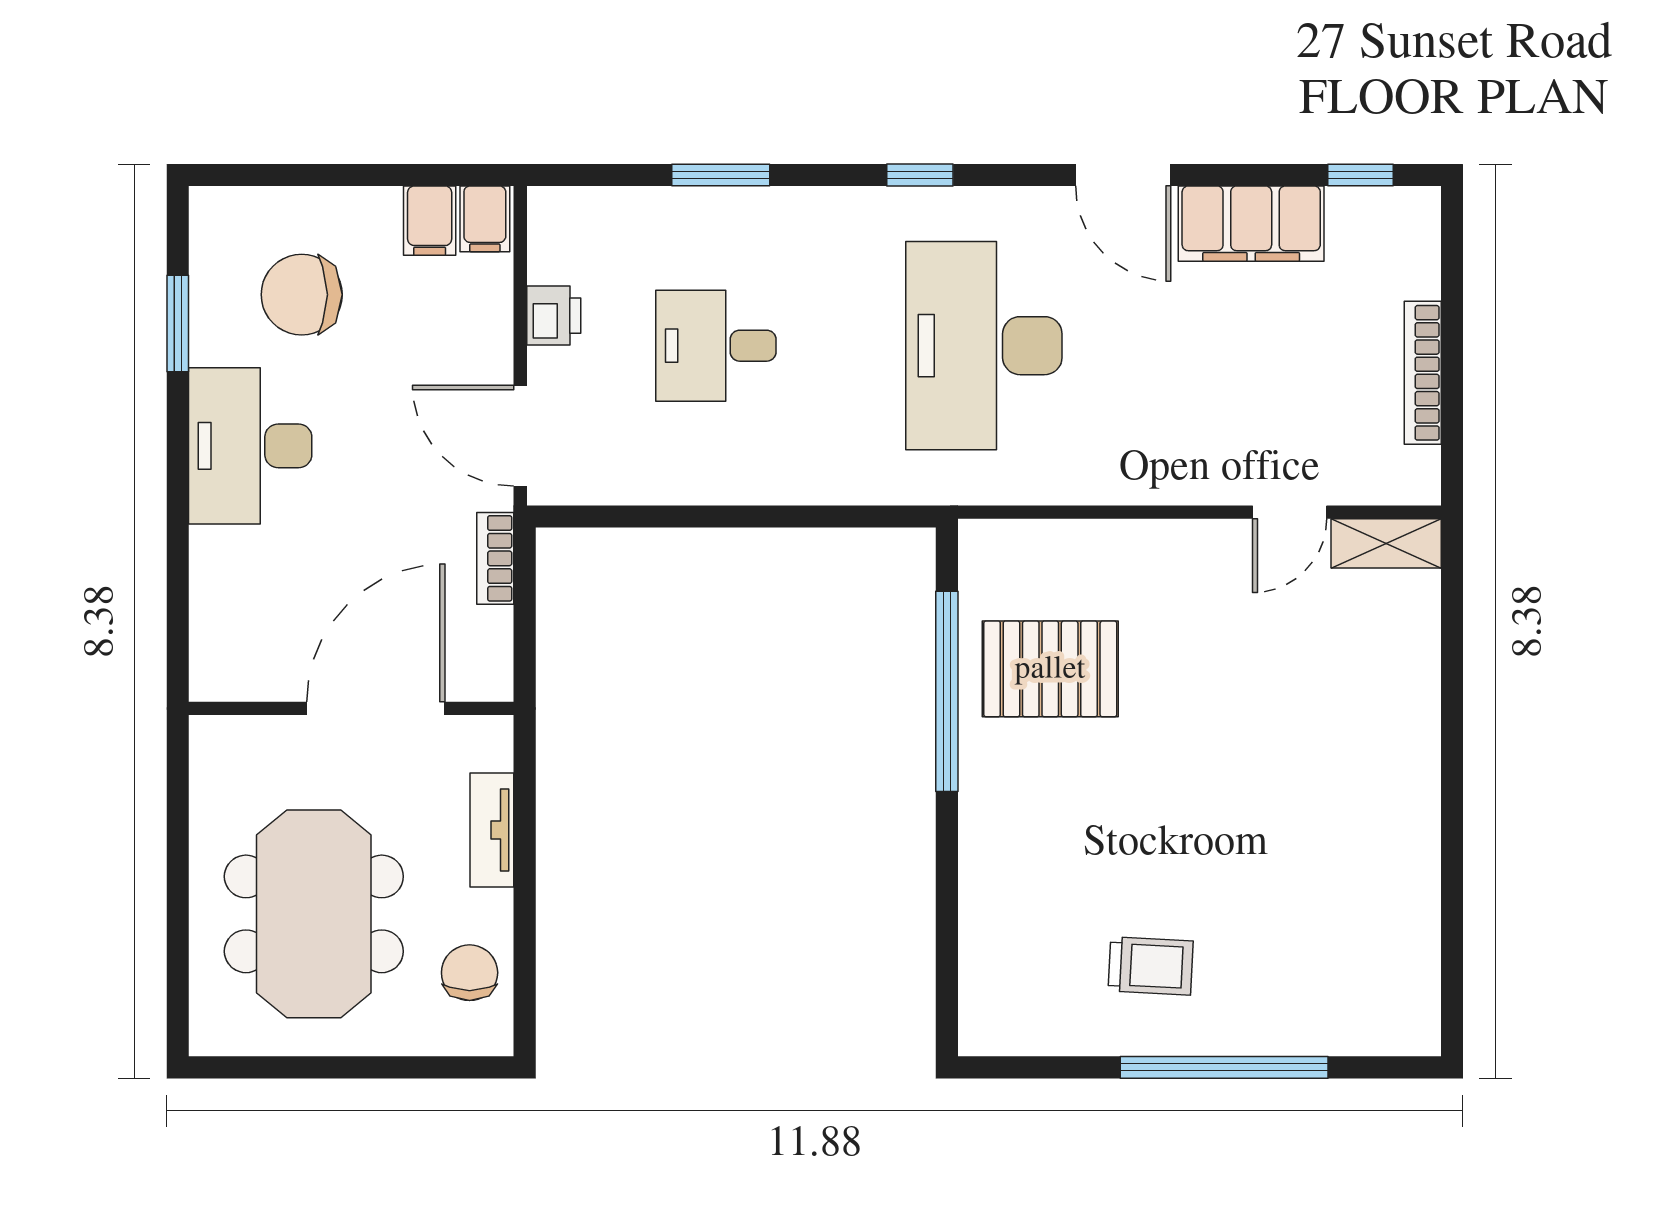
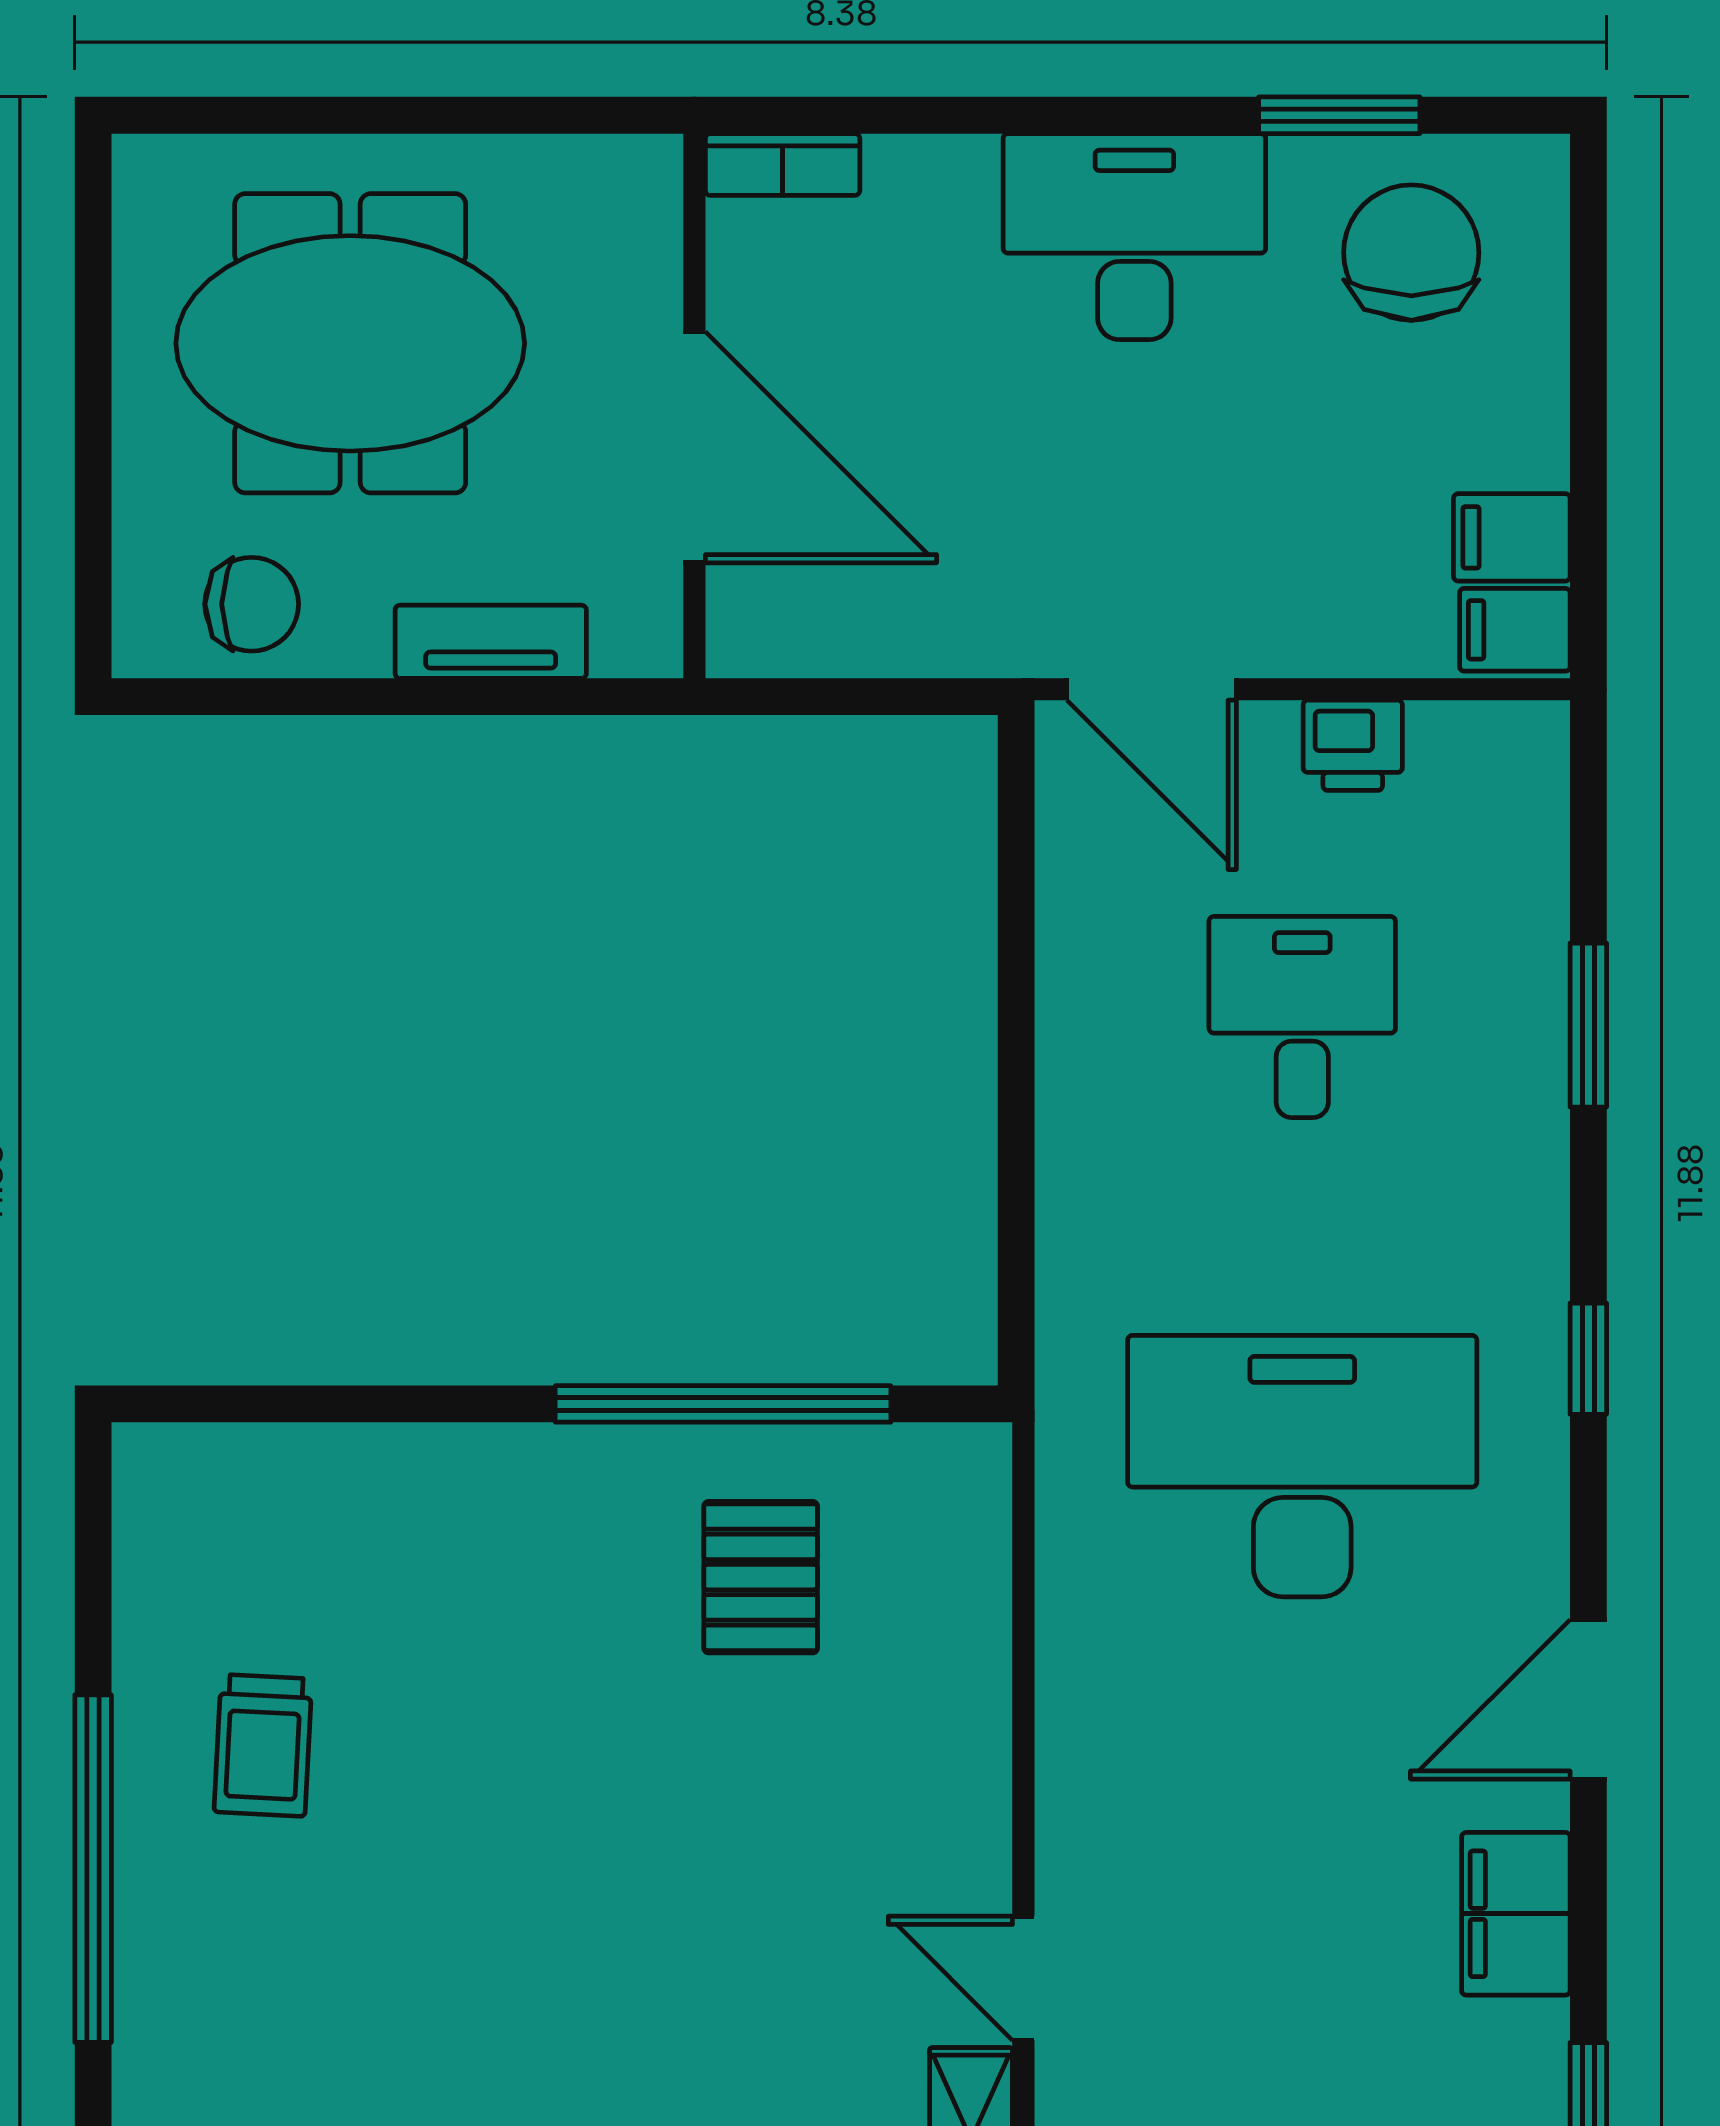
filing cabinet: (1251, 224) -> (1516, 1914), width x0.67, depth x0.86
chair: (302, 295) -> (1411, 253), moved
door: (520, 436) -> (1152, 689), swing flipped
bookcase: (495, 558) -> (783, 164), moved, turned 180
pallet: (1050, 669) -> (761, 1577), width x0.67, depth x0.71

